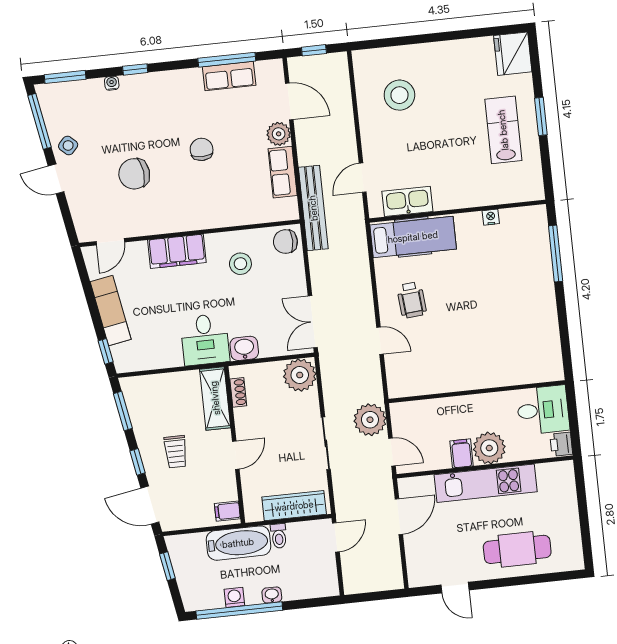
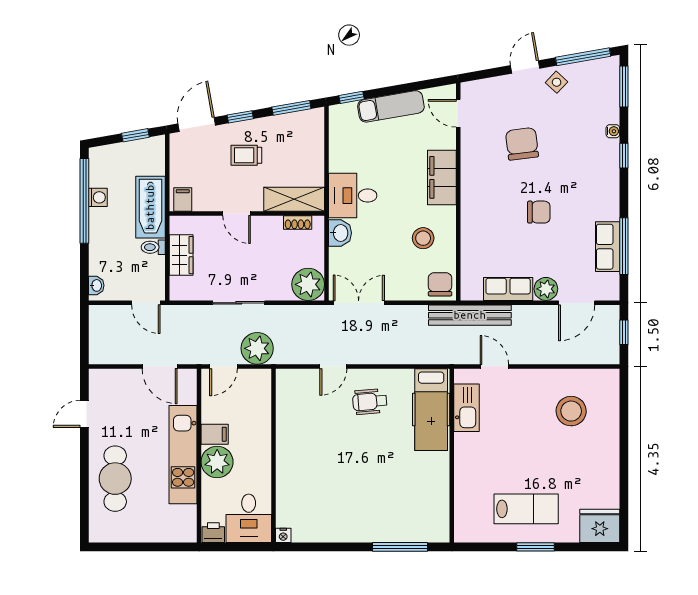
nightstand: (491, 217) -> (283, 535), moved, turned 90
wardrobe: (294, 506) -> (181, 255), width x0.67
washbasin: (272, 595) -> (96, 285), moved

